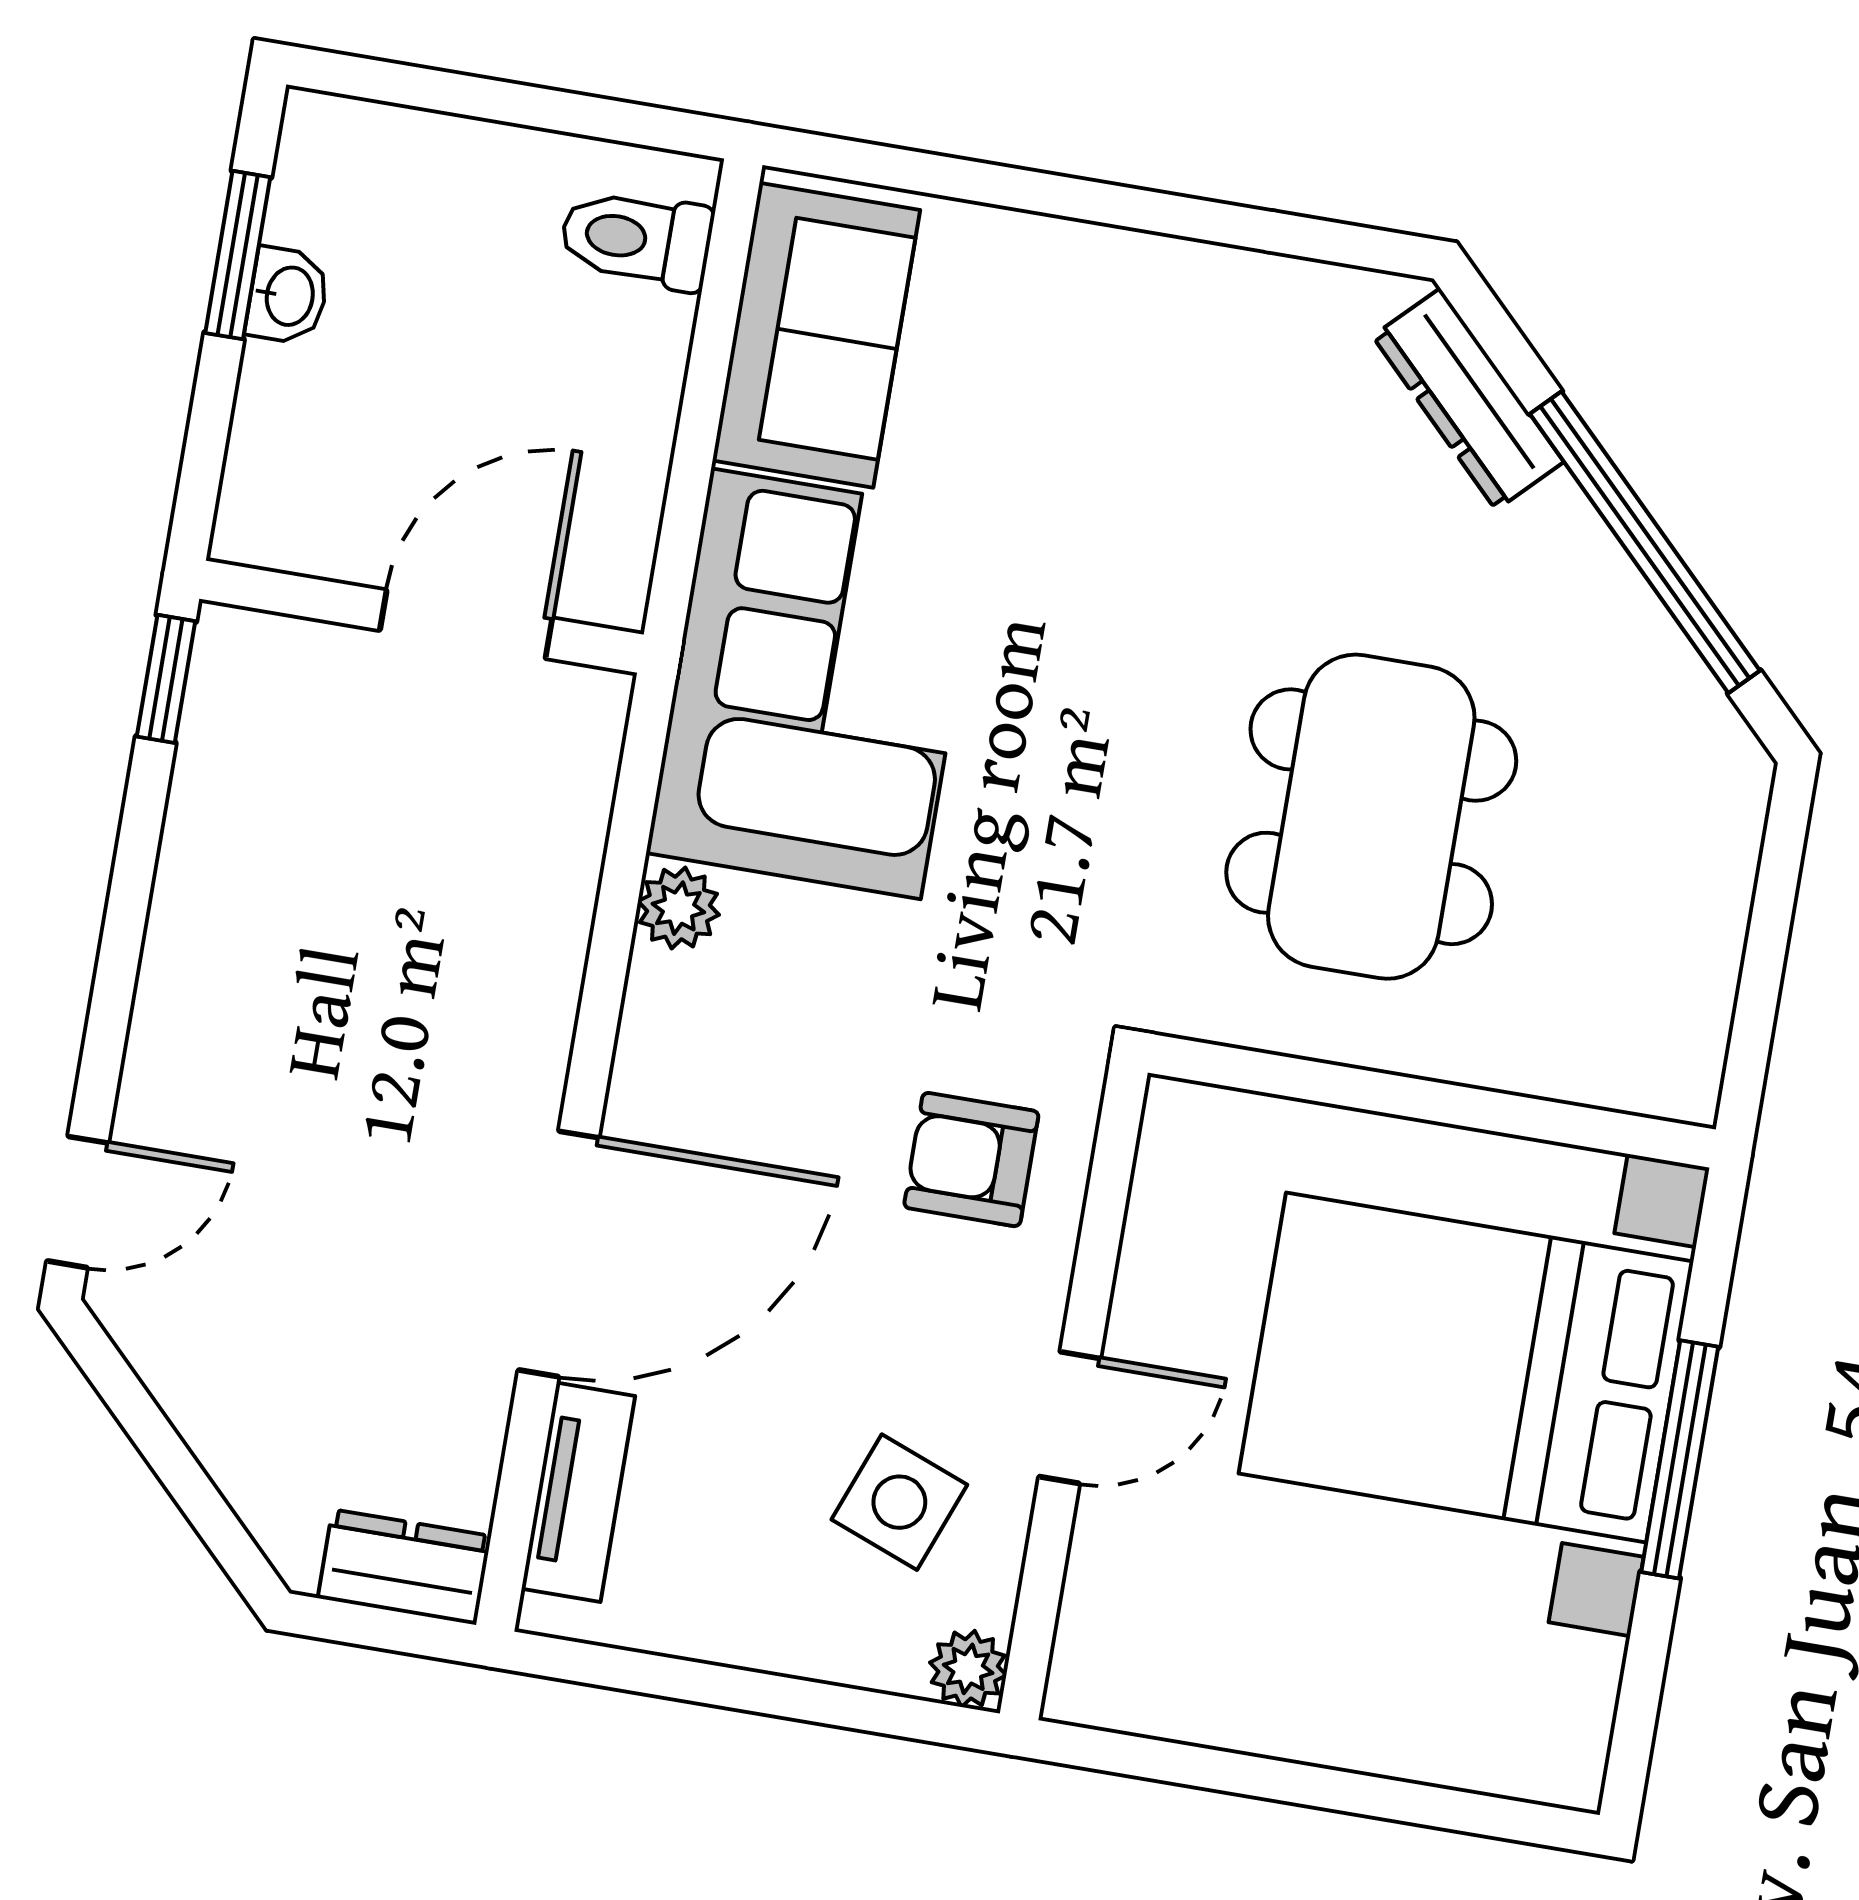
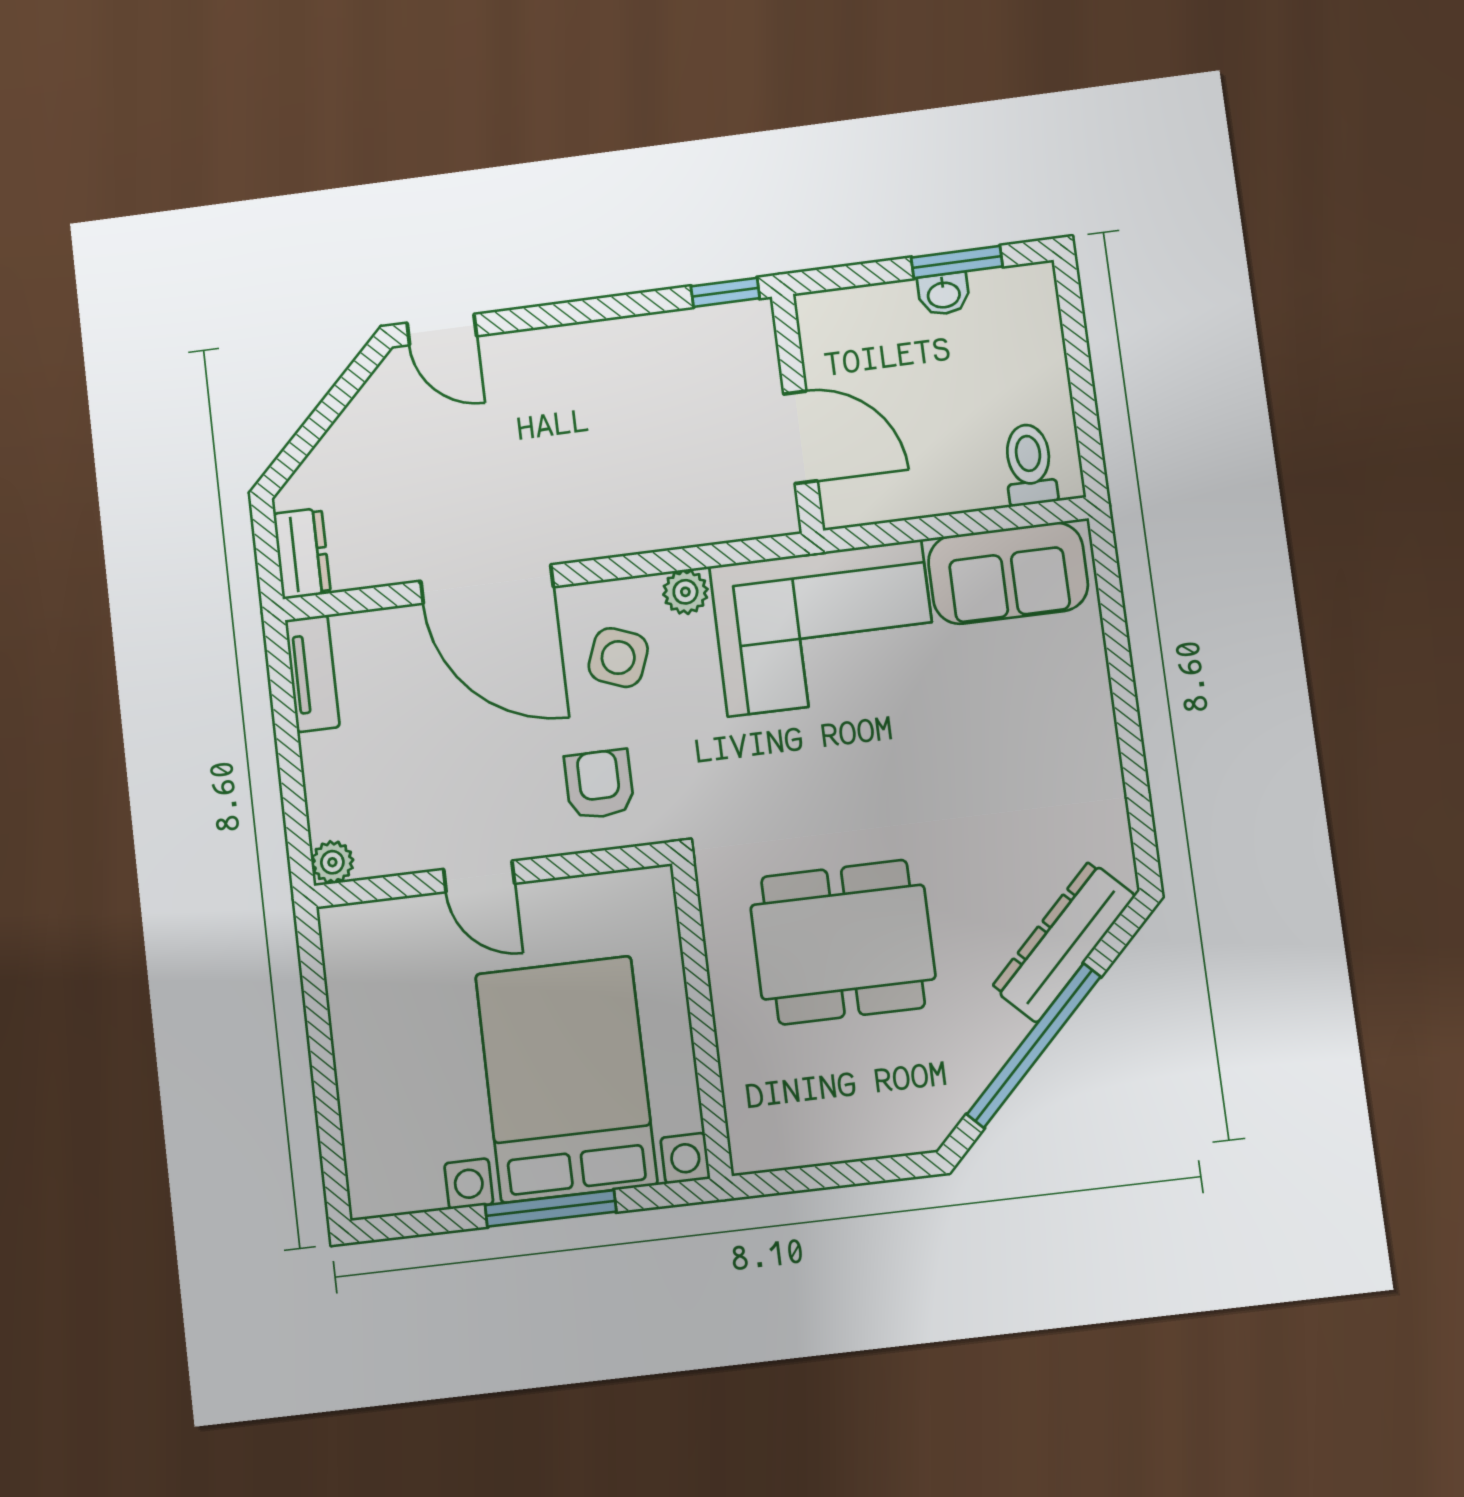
dresser: (1468, 399) -> (1063, 942), width x1.37, depth x1.24
tv unit: (578, 1492) -> (312, 673), moved, turned -90
side table: (899, 1502) -> (618, 658), moved

